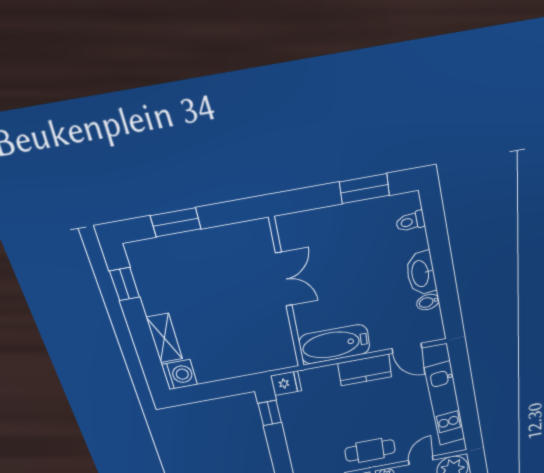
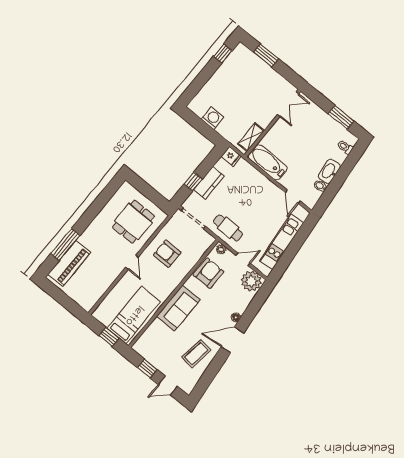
double door: (284, 279) -> (288, 104), moved
shelving: (164, 338) -> (251, 137), moved
kitchen counter: (365, 370) -> (209, 183), moved, turned -90
washing machine: (179, 375) -> (212, 118), moved, turned -90
window: (270, 413) -> (193, 182), moved

